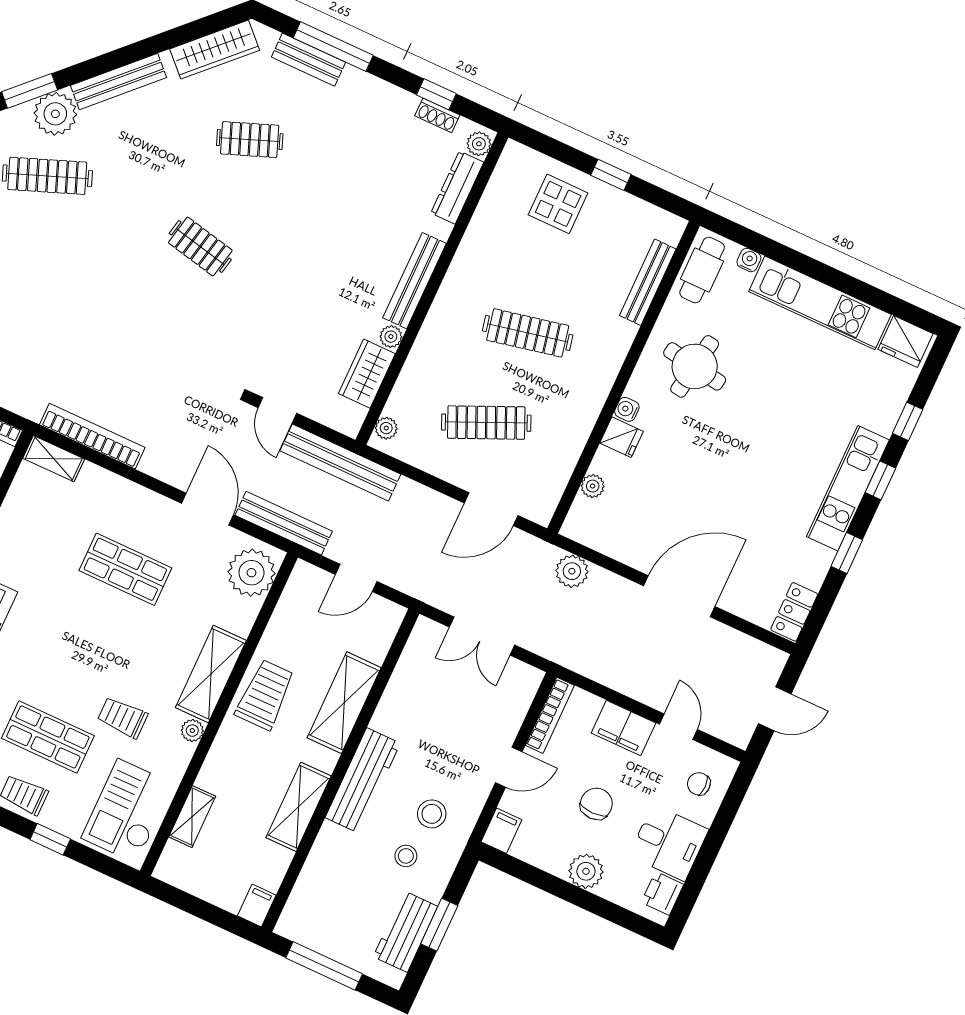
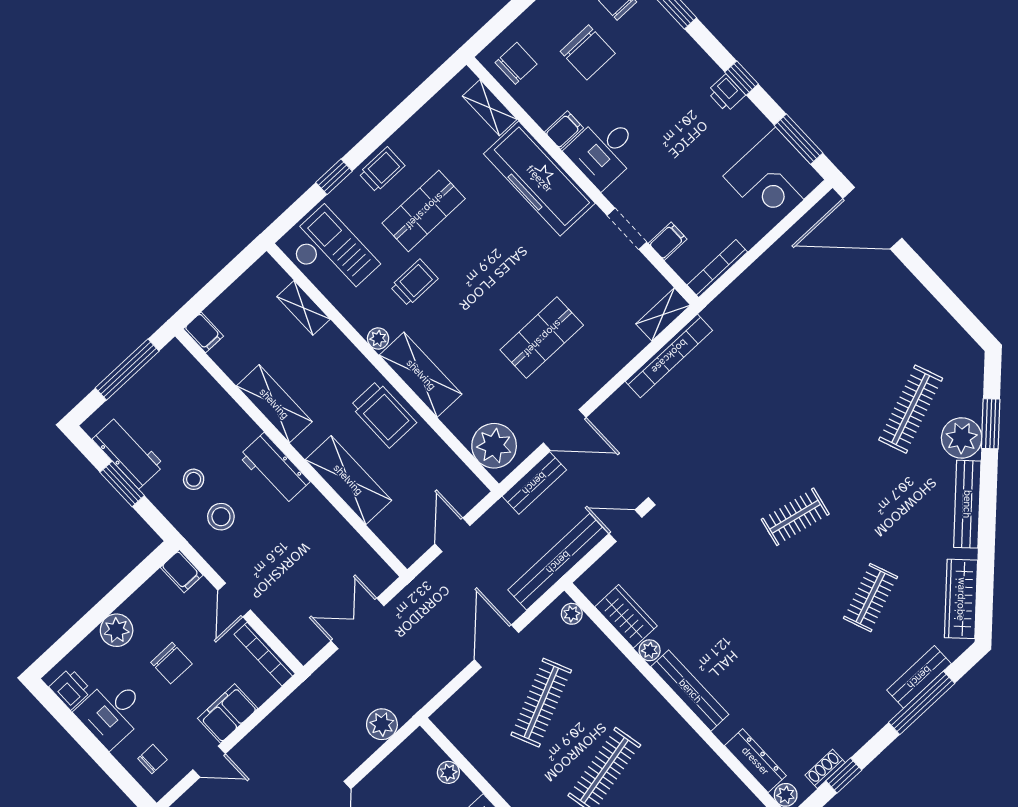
door: (491, 509) -> (496, 646), moved
bench: (284, 523) -> (534, 483), width x0.73
workbench: (363, 780) -> (274, 469), width x0.73

